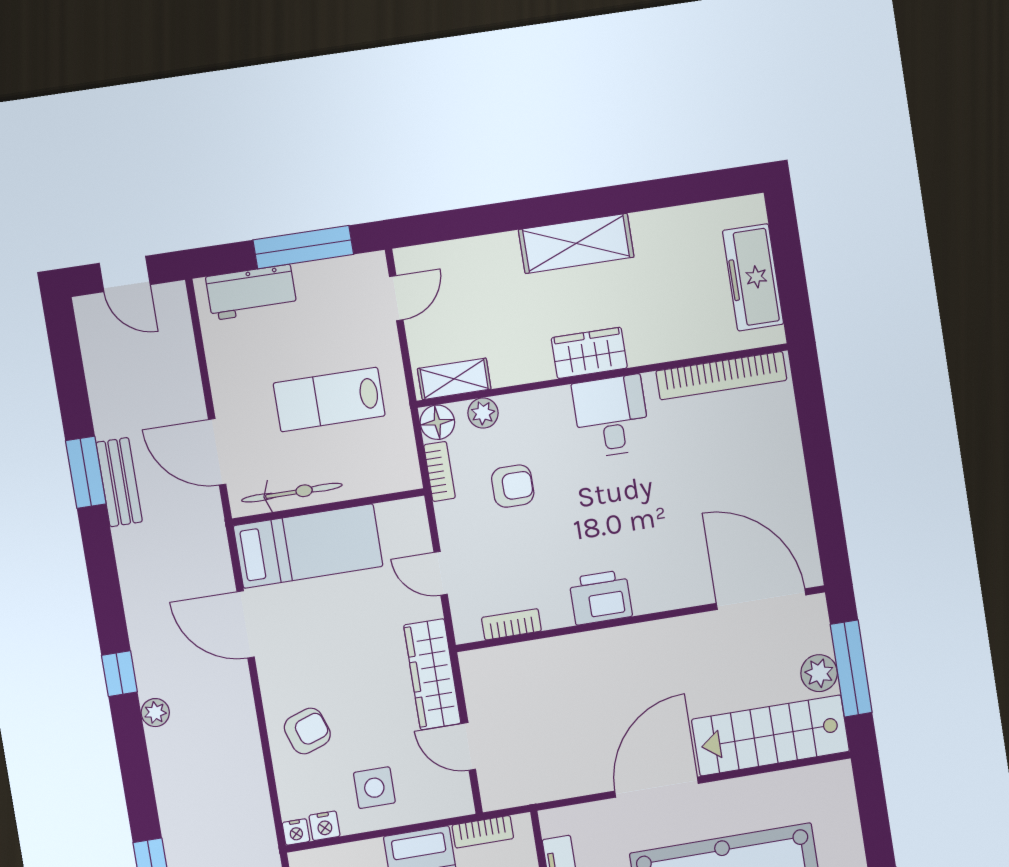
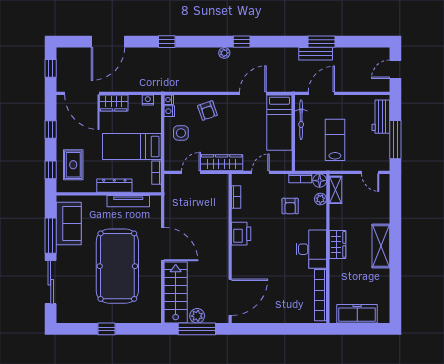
desk: (611, 416) -> (311, 249), width x1.37

